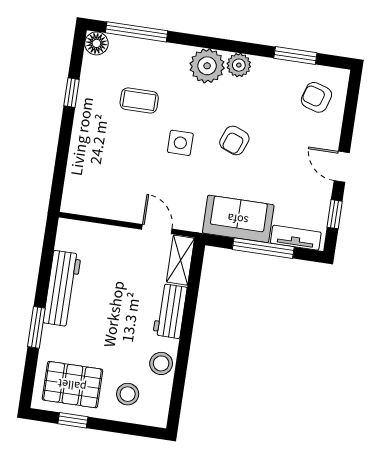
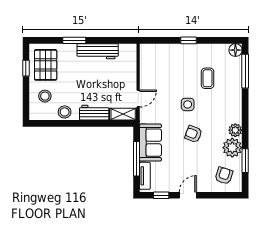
plant: (207, 66) -> (232, 148), moved
window: (71, 93) -> (188, 40), moved

